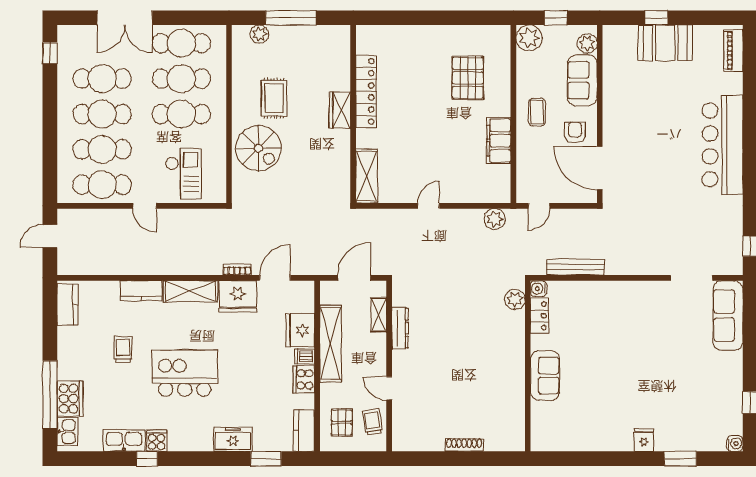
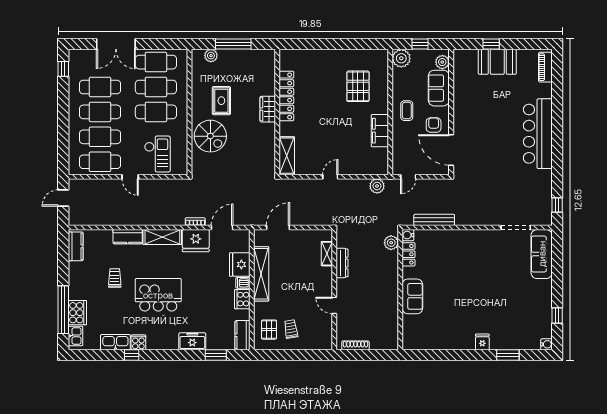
shelving: (379, 315) -> (327, 254), moved
dresser: (400, 328) -> (342, 263), moved
wall: (389, 366) -> (334, 290), moved
door: (389, 388) -> (334, 305), moved

